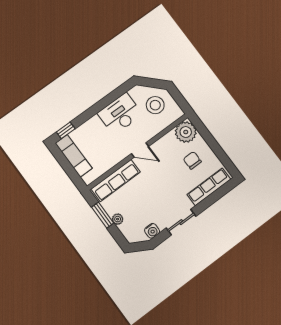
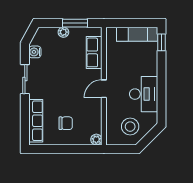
plant: (186, 132) -> (96, 140), width x0.53, depth x0.53
row of seats: (116, 180) -> (94, 52), width x0.68

